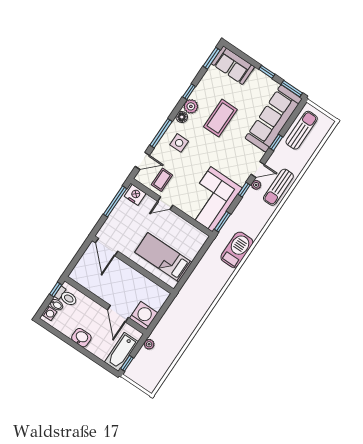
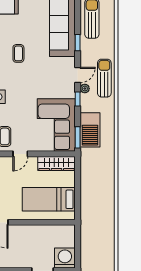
coffee table: (220, 118) -> (18, 53), width x0.54, depth x0.58
sun lounger: (278, 187) -> (104, 78), turned 180
wardrobe: (190, 232) -> (57, 164), added
barbecue: (237, 250) -> (90, 130), moved, turned 180

